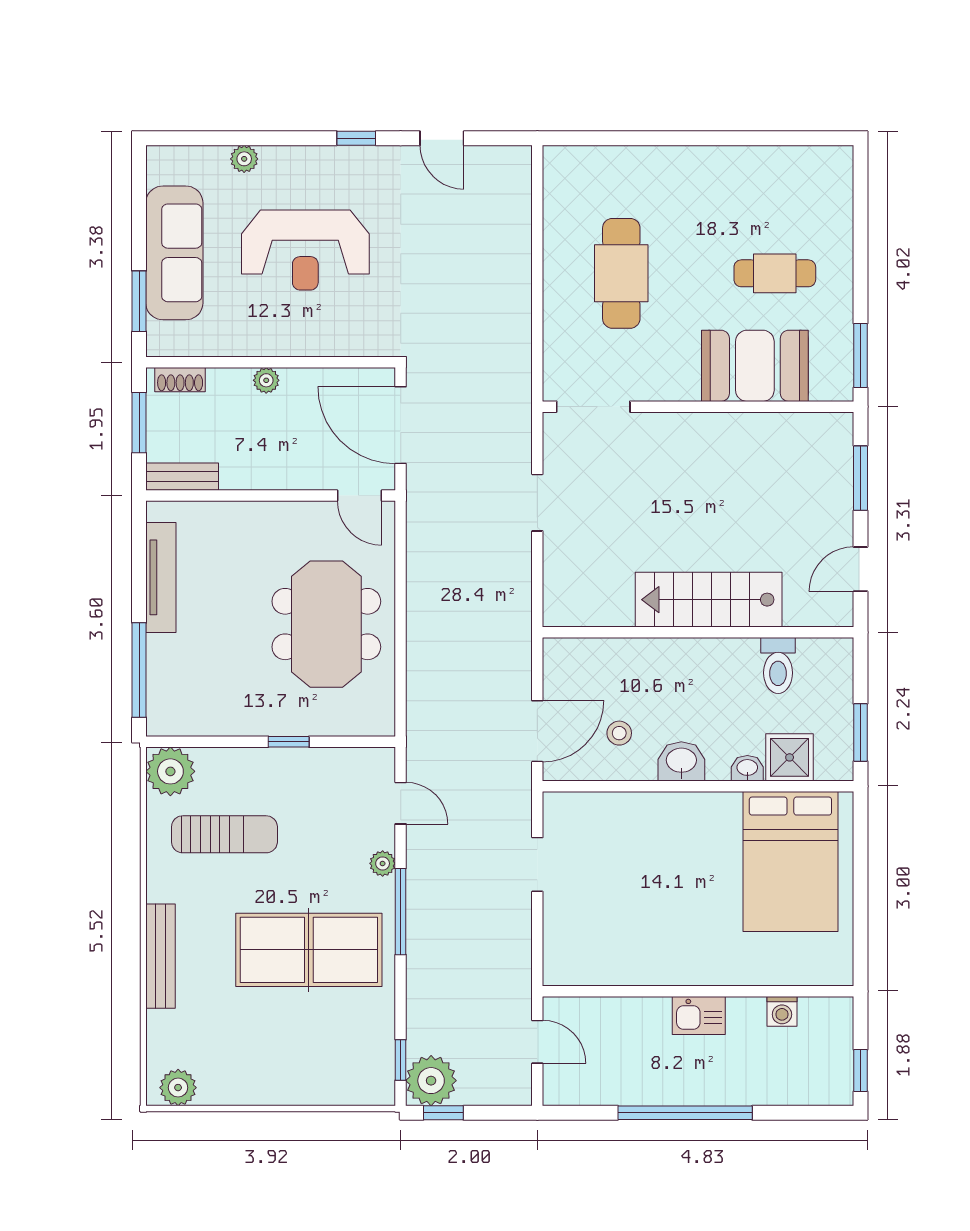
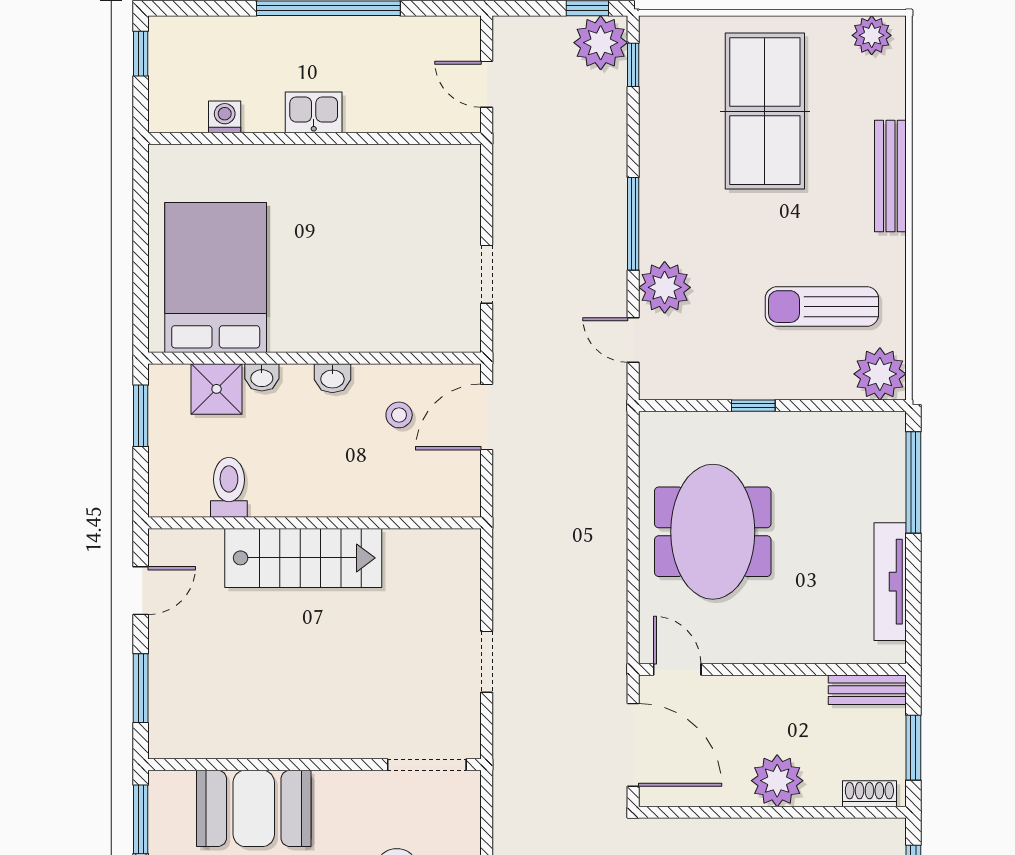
plant: (266, 380) -> (777, 781), width x1.88, depth x1.88
washbasin: (681, 761) -> (332, 378), width x0.72, depth x0.69
plant: (383, 863) -> (665, 287), width x1.88, depth x1.88
table tennis table: (309, 950) -> (765, 111), moved, turned 90

